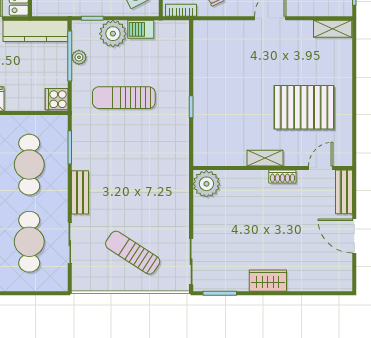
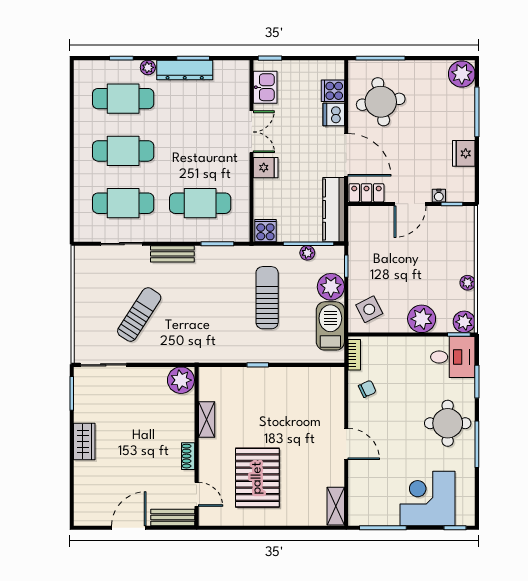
barbecue: (141, 29) -> (330, 326), width x1.88, depth x1.53
shelving: (265, 158) -> (207, 420), moved
sun lounger: (133, 253) -> (139, 315), moved

